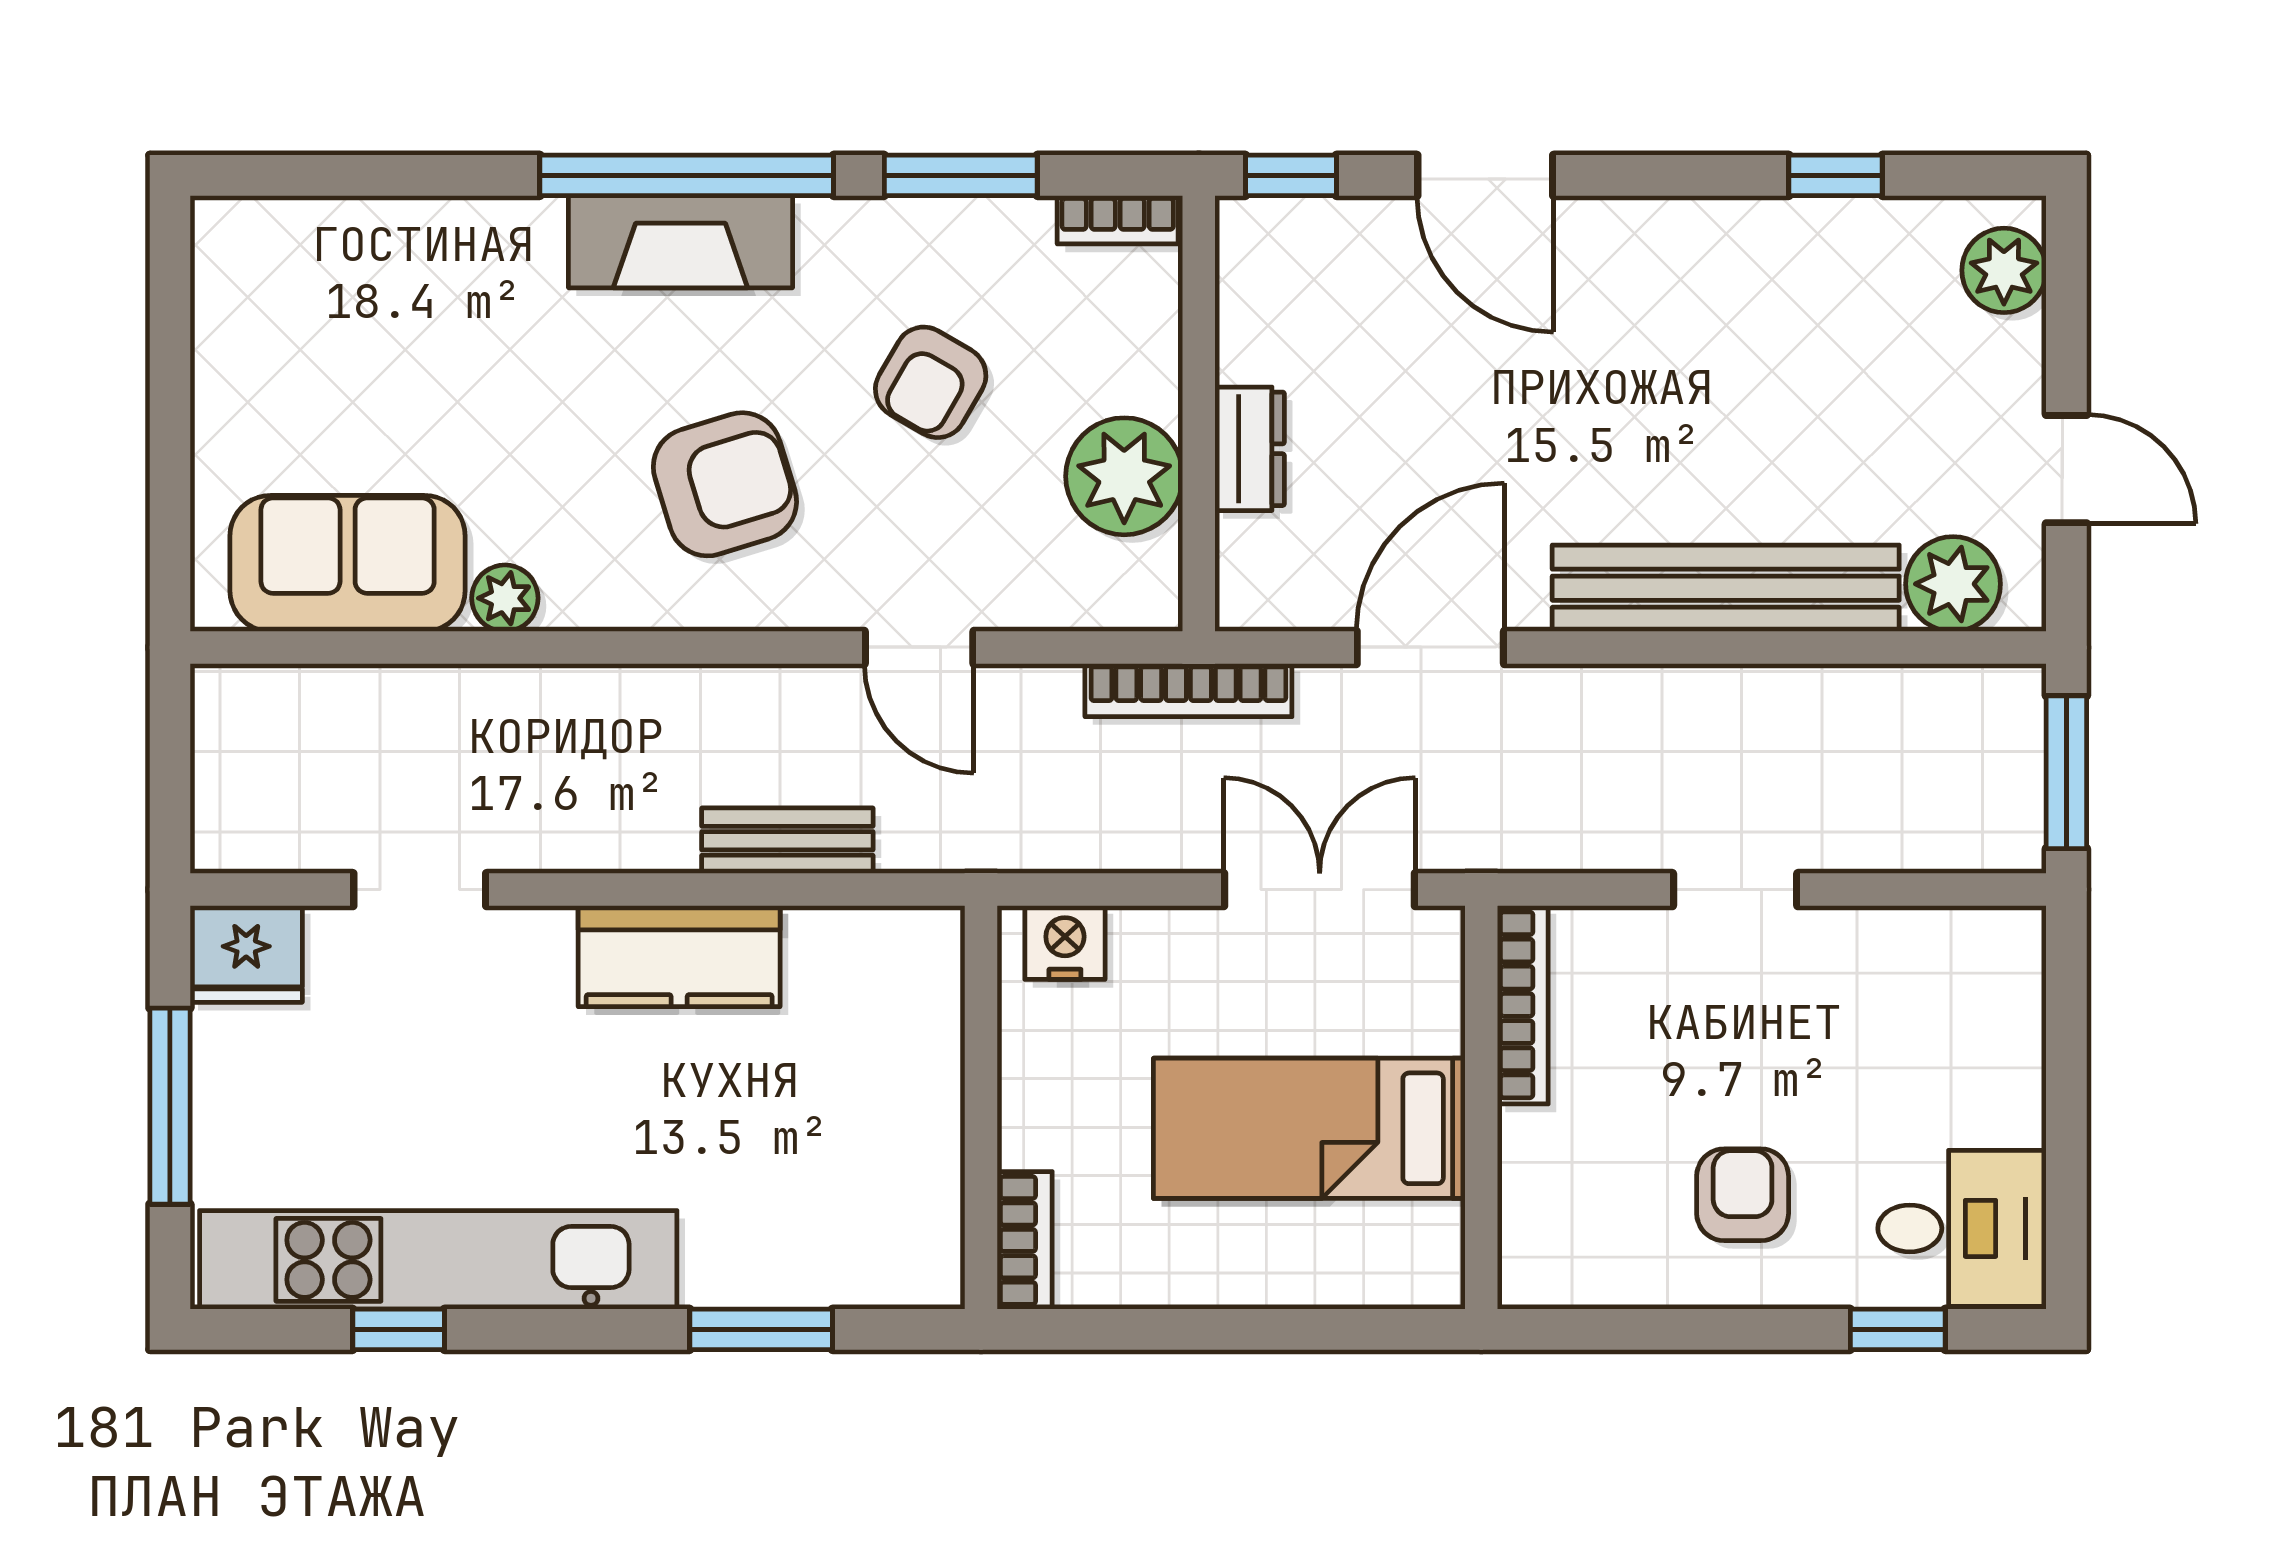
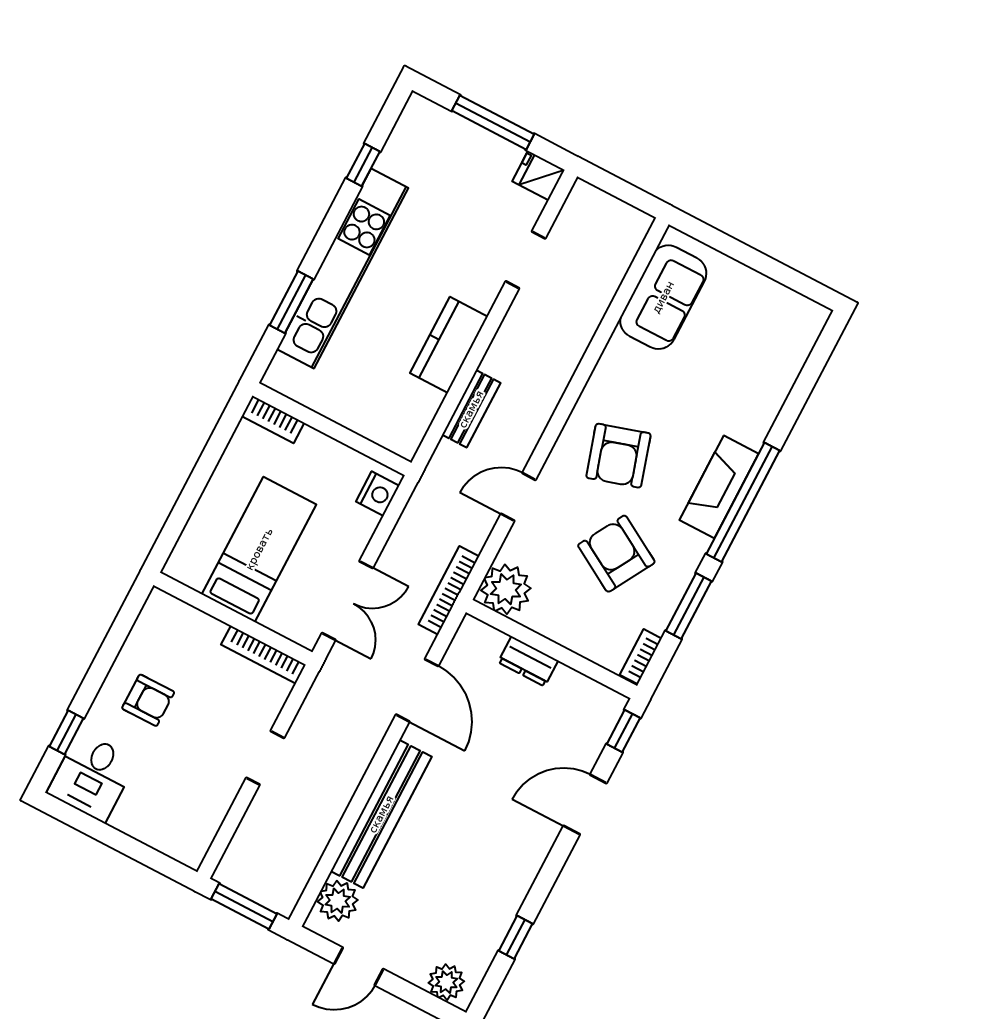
armchair: (931, 382) -> (616, 554), width x1.38, depth x1.38
plant: (1124, 476) -> (506, 589), moved
plant: (505, 598) -> (619, 350), removed
fridge: (246, 954) -> (538, 176), width x0.72
kitchen unit: (438, 1260) -> (342, 269), moved

